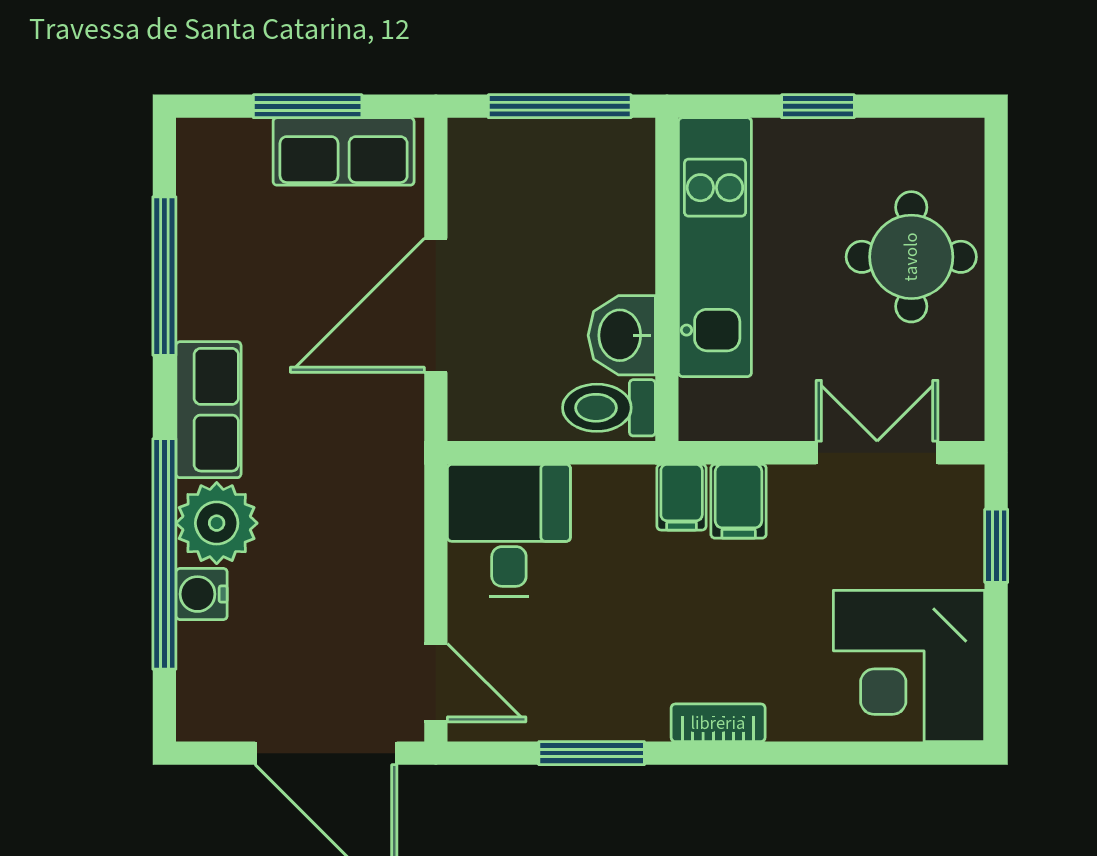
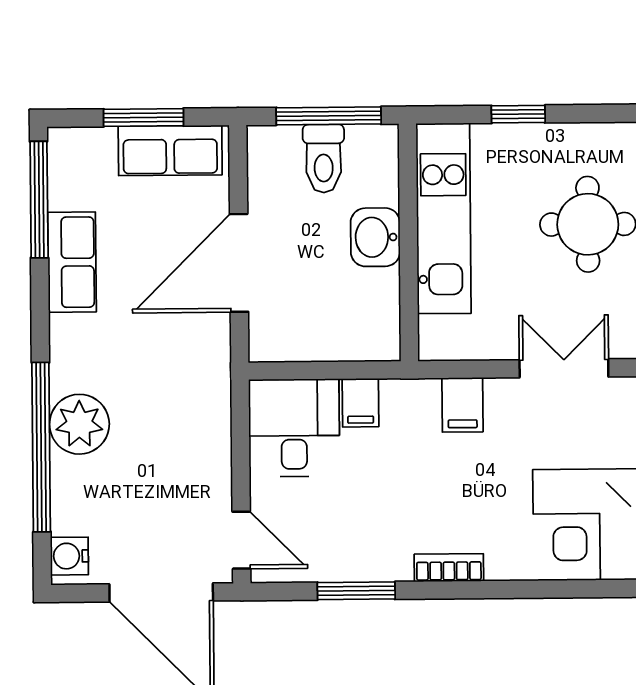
window: (164, 276) -> (39, 200), moved
washbasin: (622, 335) -> (375, 237), moved
toilet: (609, 408) -> (324, 158), moved, turned -90
row of seats: (208, 410) -> (72, 262), moved
filing cabinet: (682, 497) -> (361, 403), moved
water cooler: (202, 594) -> (69, 556), moved

